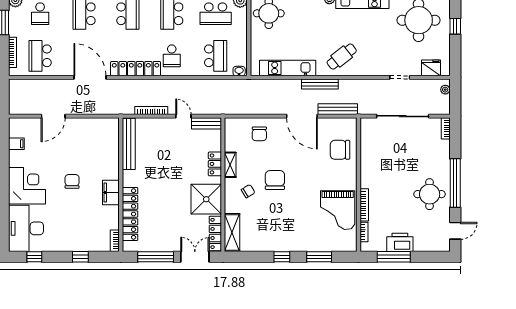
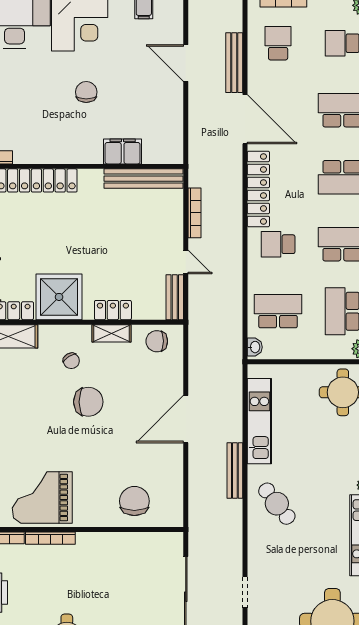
school desk: (40, 56) -> (278, 43), width x0.54
school desk: (216, 56) -> (278, 311), turned 180
door: (90, 77) -> (245, 119), hinge flipped
bench: (338, 109) -> (234, 63), moved
door: (183, 116) -> (186, 262), hinge flipped
door: (302, 116) -> (186, 419), moved
chair: (259, 134) -> (157, 341), moved
chair: (72, 181) -> (86, 92), turned -90
filing cabinet: (111, 193) -> (123, 151), moved

